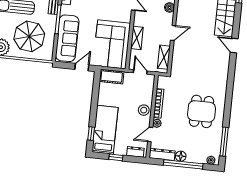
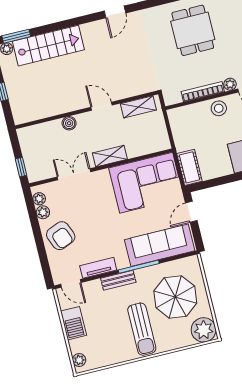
shelving: (137, 38) -> (110, 156), moved
door: (234, 46) -> (115, 12), moved
door: (82, 67) -> (191, 212), hinge flipped
door: (140, 72) -> (169, 131), removed
dining table: (202, 111) -> (193, 30), turned 90

